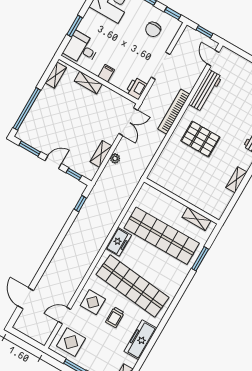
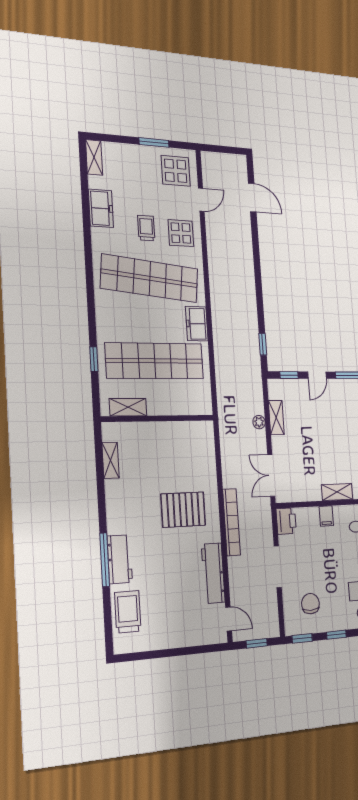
shelving: (236, 180) -> (111, 460), moved
window: (200, 259) -> (94, 359), width x0.67
freezer: (140, 340) -> (101, 208), width x0.71

